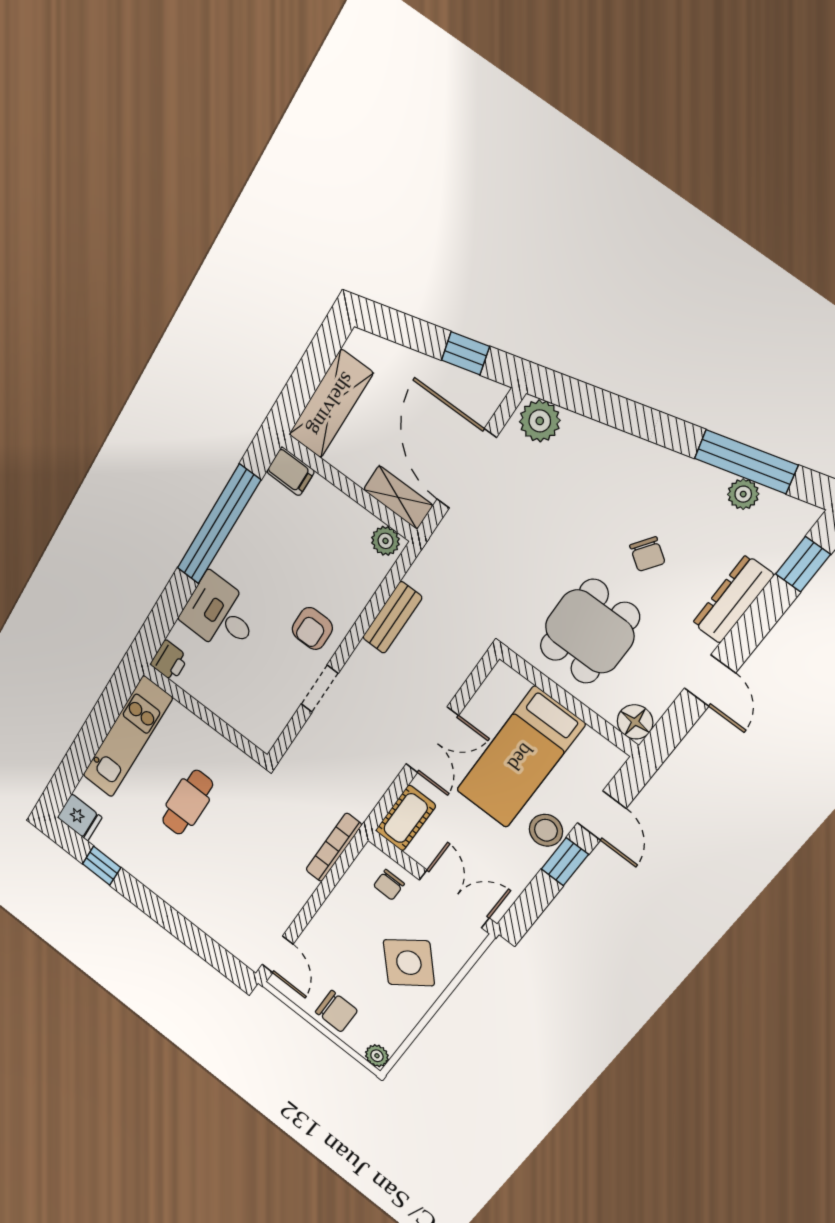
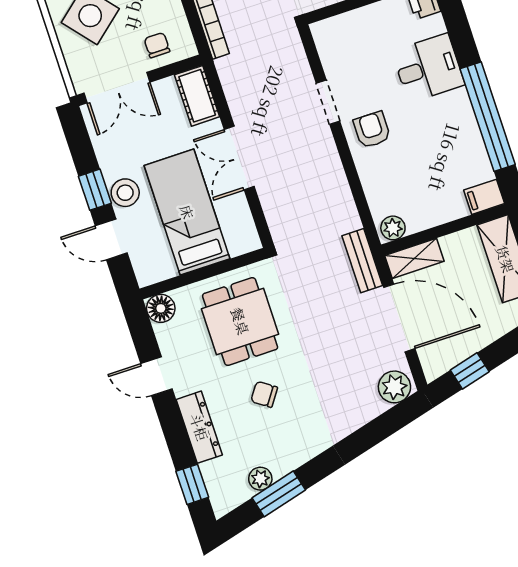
window: (746, 462) -> (279, 494), width x0.69
bench: (392, 617) -> (362, 261), moved

